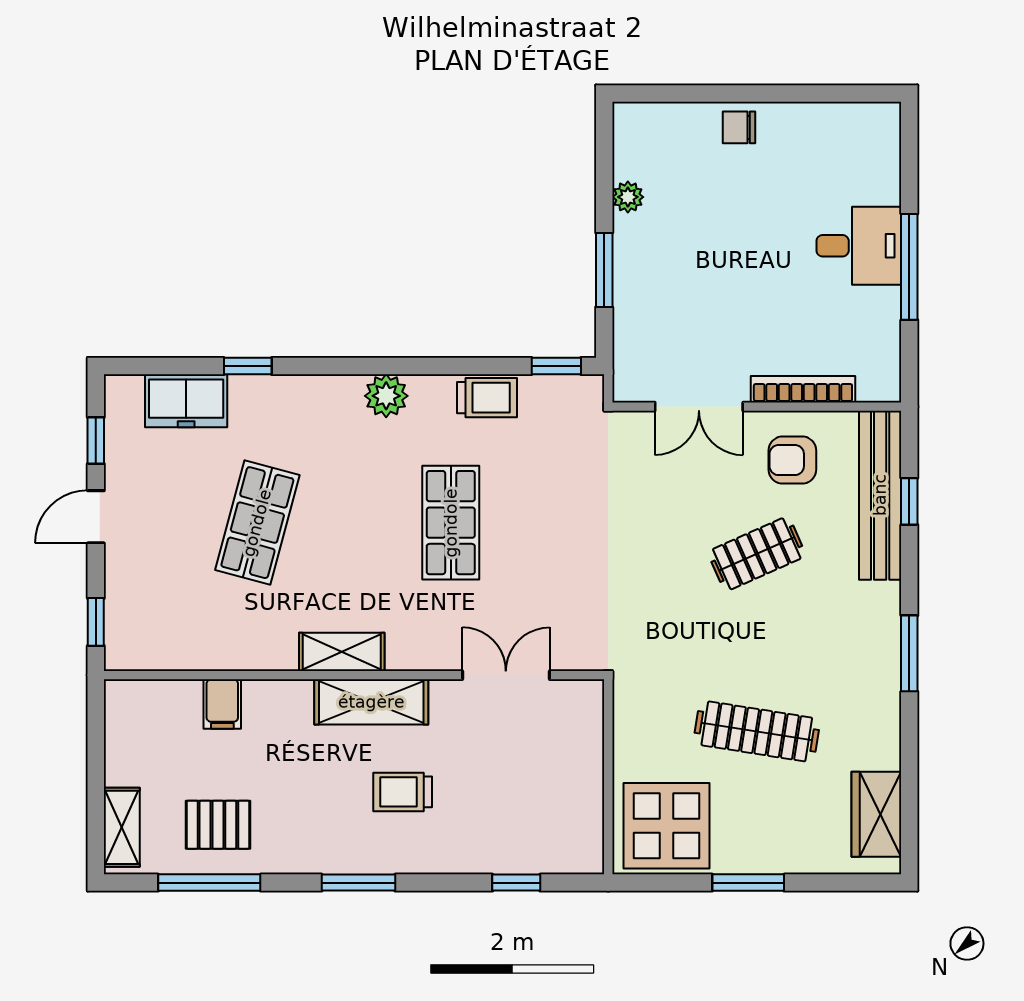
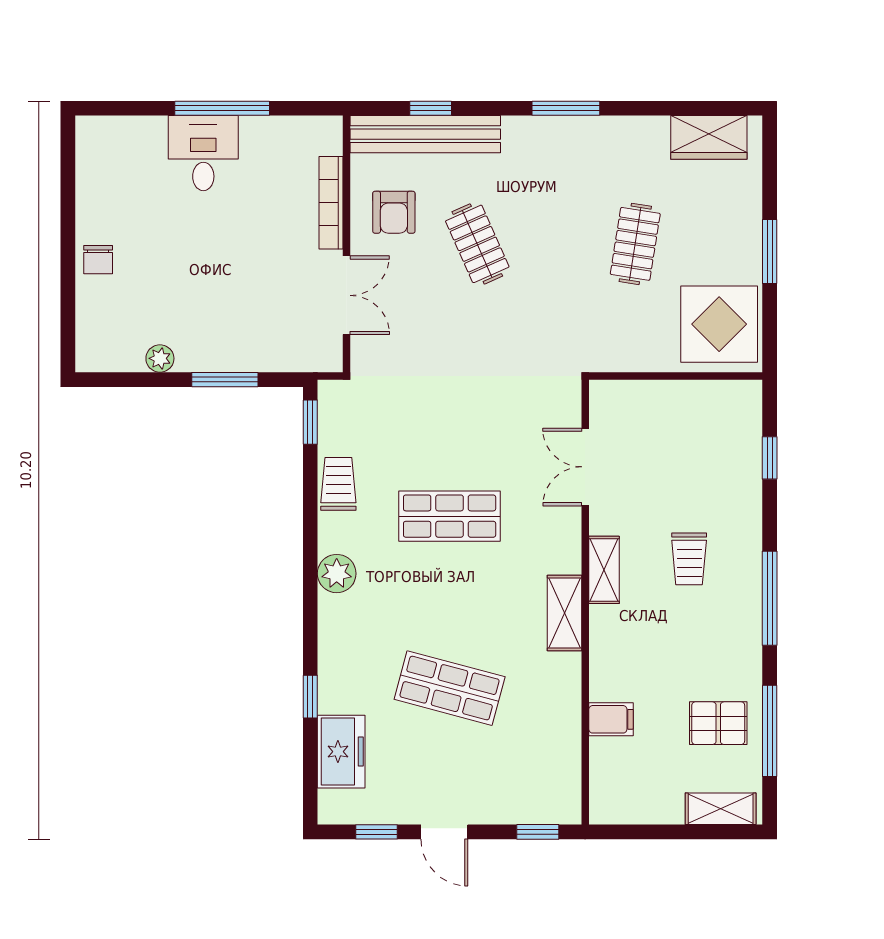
shelving: (371, 702) -> (604, 570), width x0.67, depth x0.75
clothes rail: (757, 731) -> (635, 244), width x0.73
pallet: (218, 825) -> (718, 723), turned 90
window: (358, 883) -> (770, 598), width x1.44

